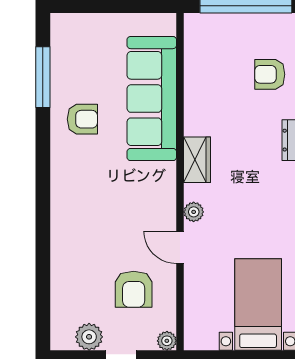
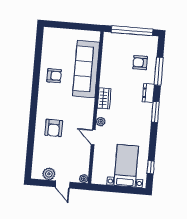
window: (43, 77) -> (38, 55), removed
armchair: (134, 289) -> (54, 128), moved

